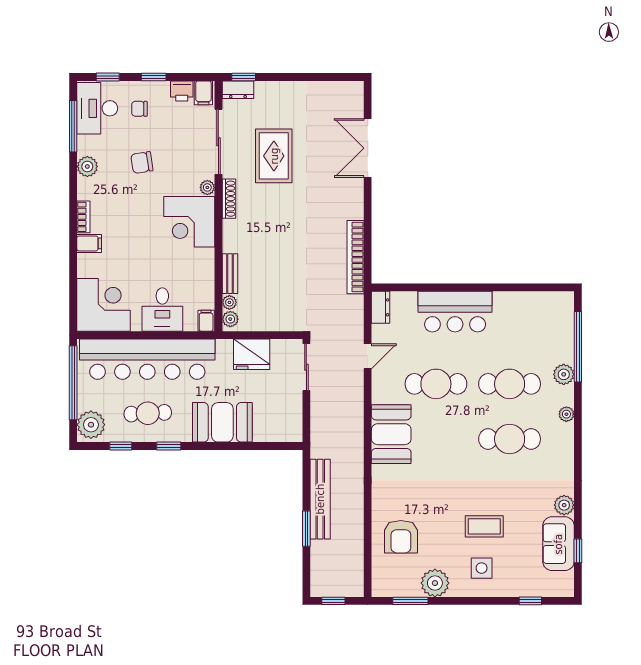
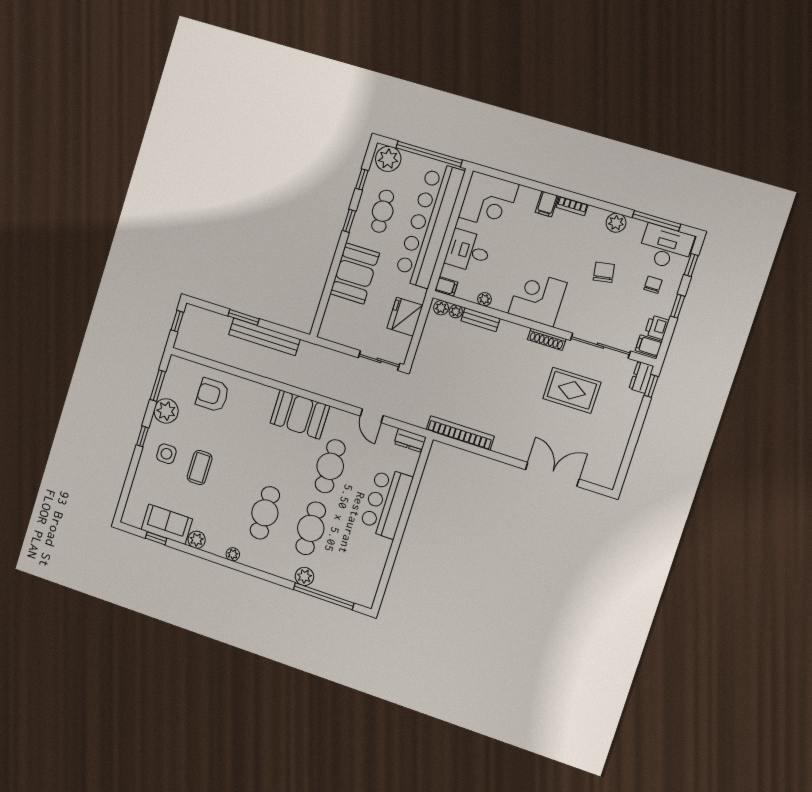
plant: (207, 187) -> (485, 299), moved
plant: (566, 414) -> (233, 554), moved
window: (530, 601) -> (142, 436), moved

